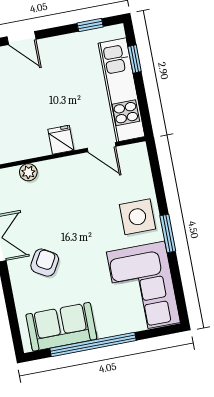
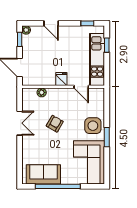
armchair: (45, 263) -> (55, 124), moved

